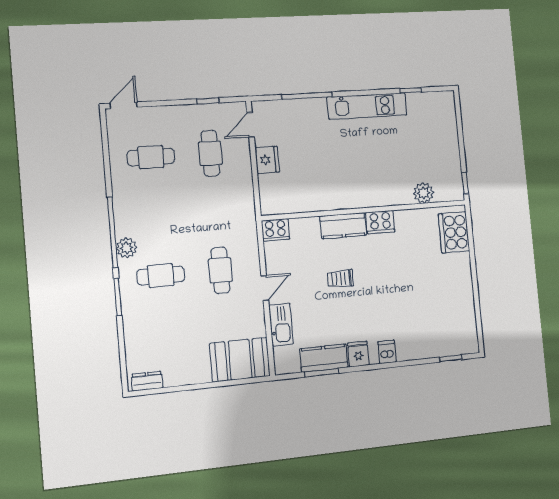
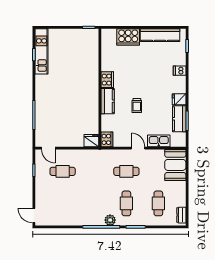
kitchen unit: (367, 106) -> (41, 51), moved
cafe table: (151, 157) -> (158, 203), moved
fridge: (267, 160) -> (91, 141), moved
plant: (423, 193) -> (93, 53), removed
cooker: (454, 232) -> (128, 37), moved
kitchen counter: (464, 308) -> (160, 35), added
dishwasher: (387, 352) -> (180, 71), moved

